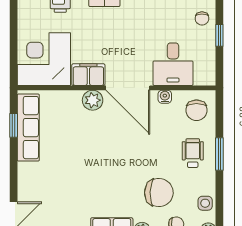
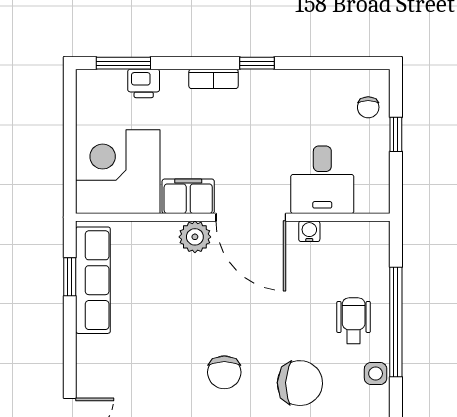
chair: (196, 110) -> (224, 372), moved
window: (219, 154) -> (396, 322), width x2.11
side table: (205, 203) -> (376, 374), moved

